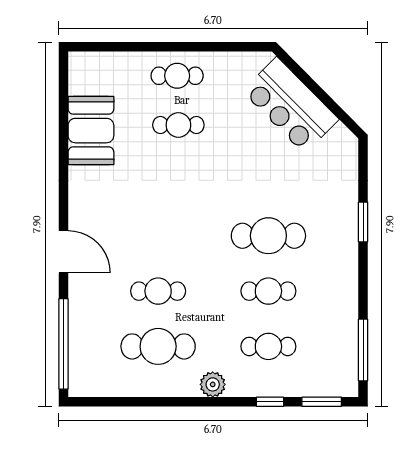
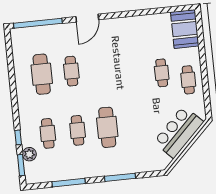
cafe table: (177, 76) -> (188, 80), moved
booth: (91, 131) -> (185, 29), moved, turned 90
window: (363, 222) -> (120, 177), width x1.44
window: (363, 350) -> (69, 183), moved
plant: (213, 384) -> (29, 154), moved

